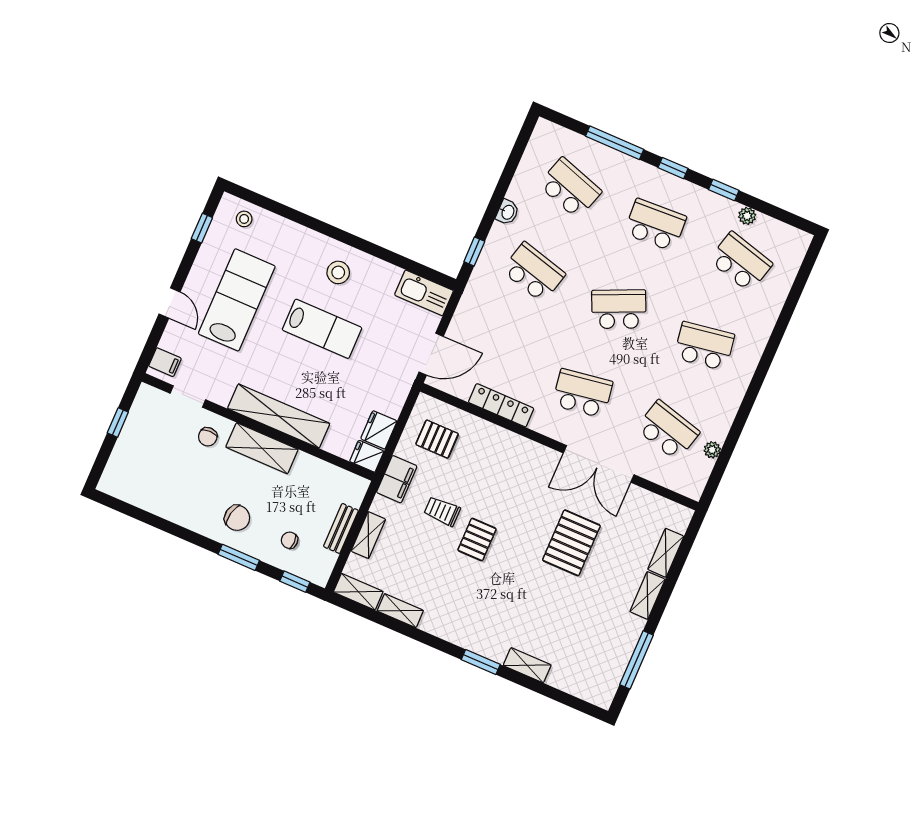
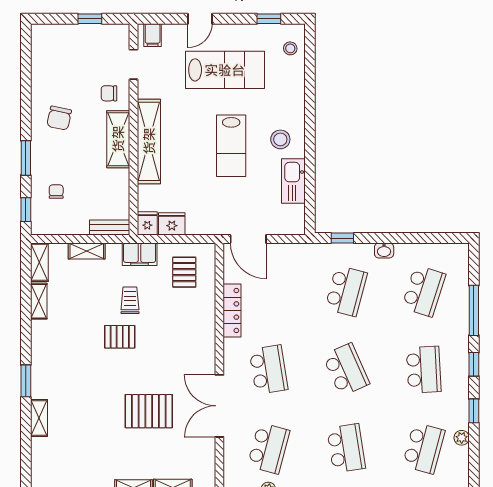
kitchen sink: (424, 293) -> (293, 181), moved
chair: (237, 518) -> (59, 118), moved
bench: (341, 528) -> (110, 227), moved

